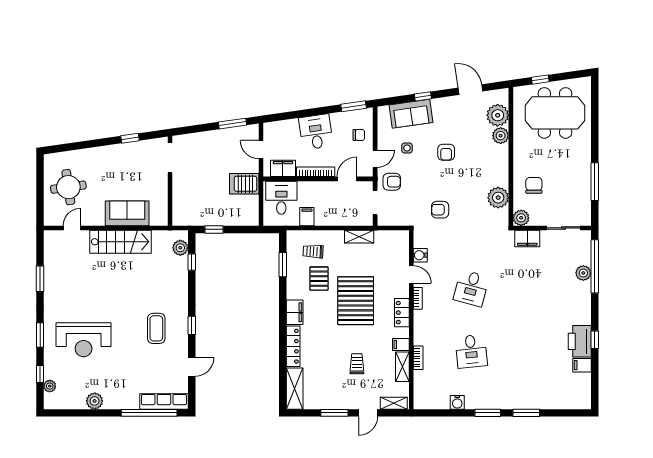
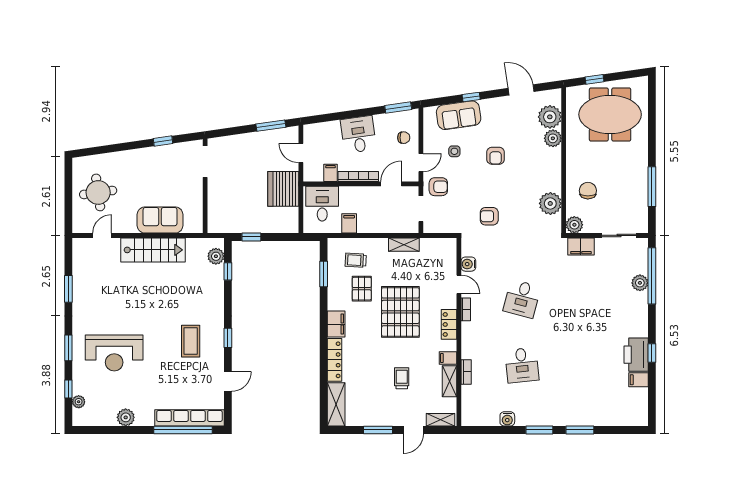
filing cabinet: (283, 168) -> (330, 173), width x0.50
server rack: (244, 184) -> (283, 189), width x1.60
row of seats: (164, 401) -> (189, 418), width x1.36

